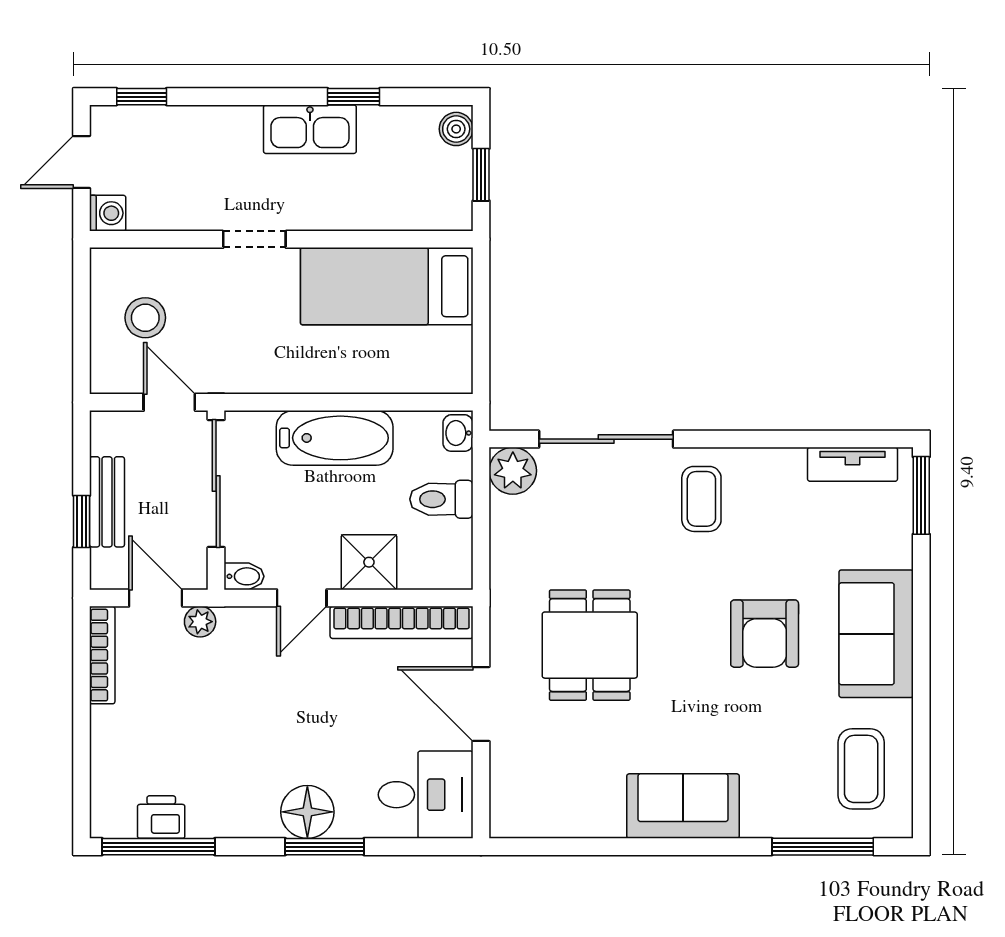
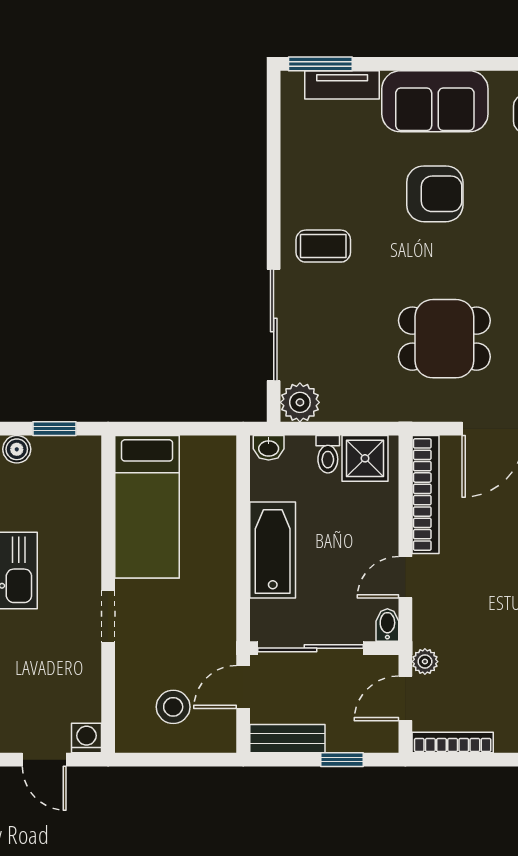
tv unit: (853, 464) -> (342, 85), moved, turned 90
toilet: (441, 499) -> (328, 454), width x0.73, depth x0.72
bench: (107, 502) -> (287, 739), moved
shower: (369, 562) -> (365, 458), moved
door: (302, 598) -> (405, 577), swing flipped

